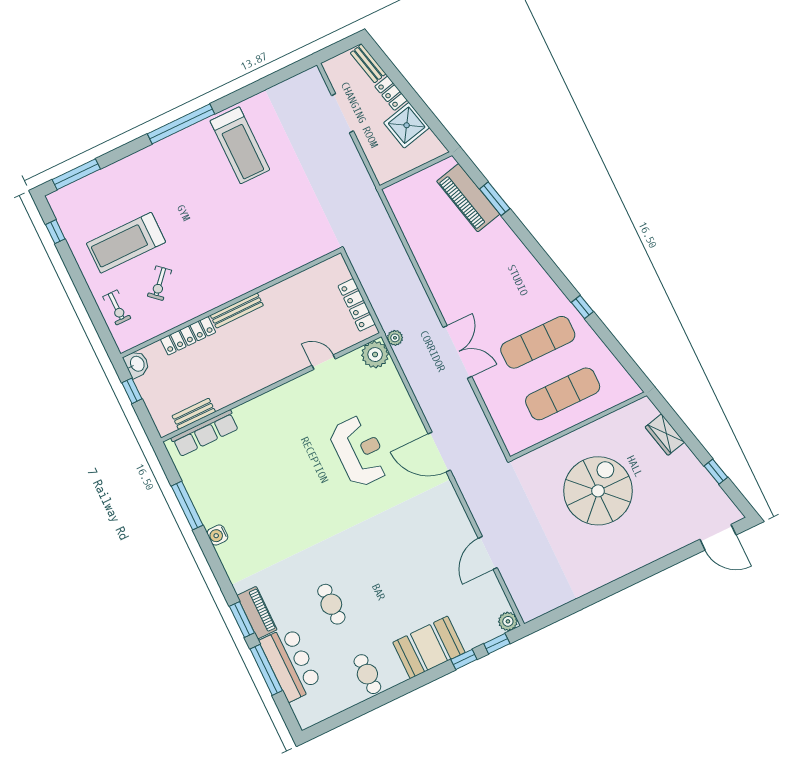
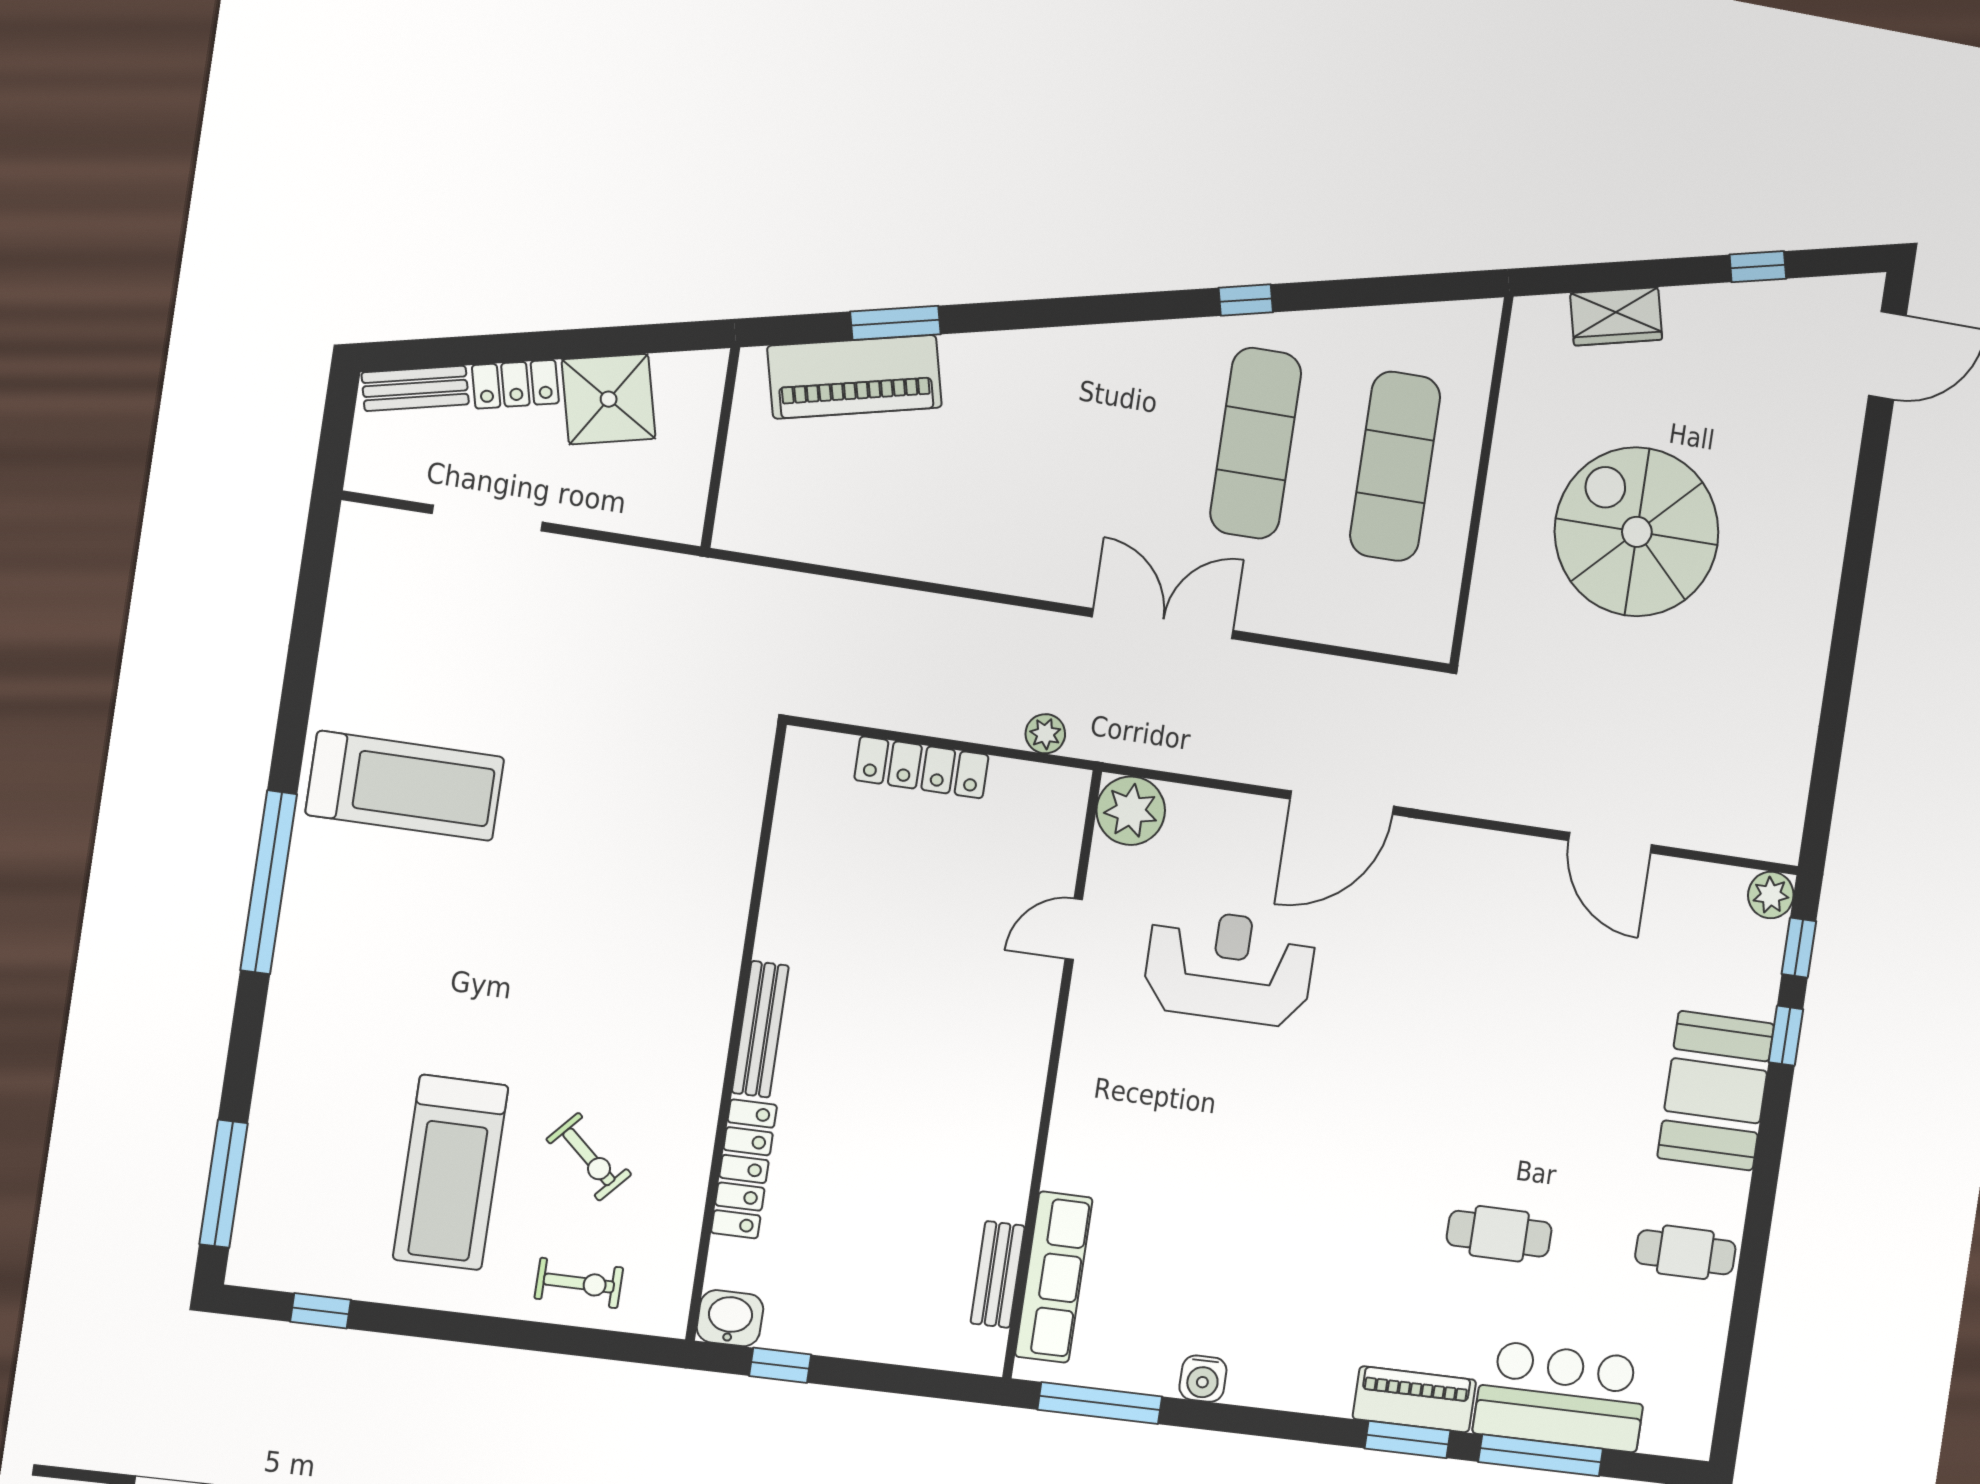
plant: (375, 355) -> (1131, 811), moved
door: (324, 362) -> (1074, 929), moved
wall: (271, 387) -> (1052, 1074), moved
bench: (194, 414) -> (998, 1274), moved
row of seats: (205, 433) -> (1054, 1277), moved

